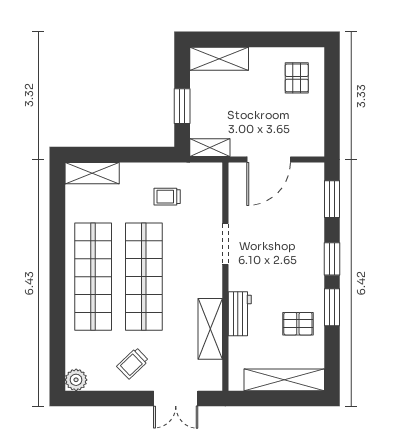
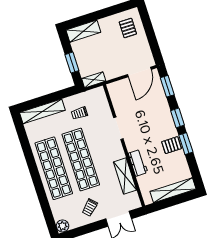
door: (269, 159) -> (139, 72), moved
shelving: (92, 173) -> (42, 111), width x1.47
pallet: (298, 324) -> (172, 145), moved

